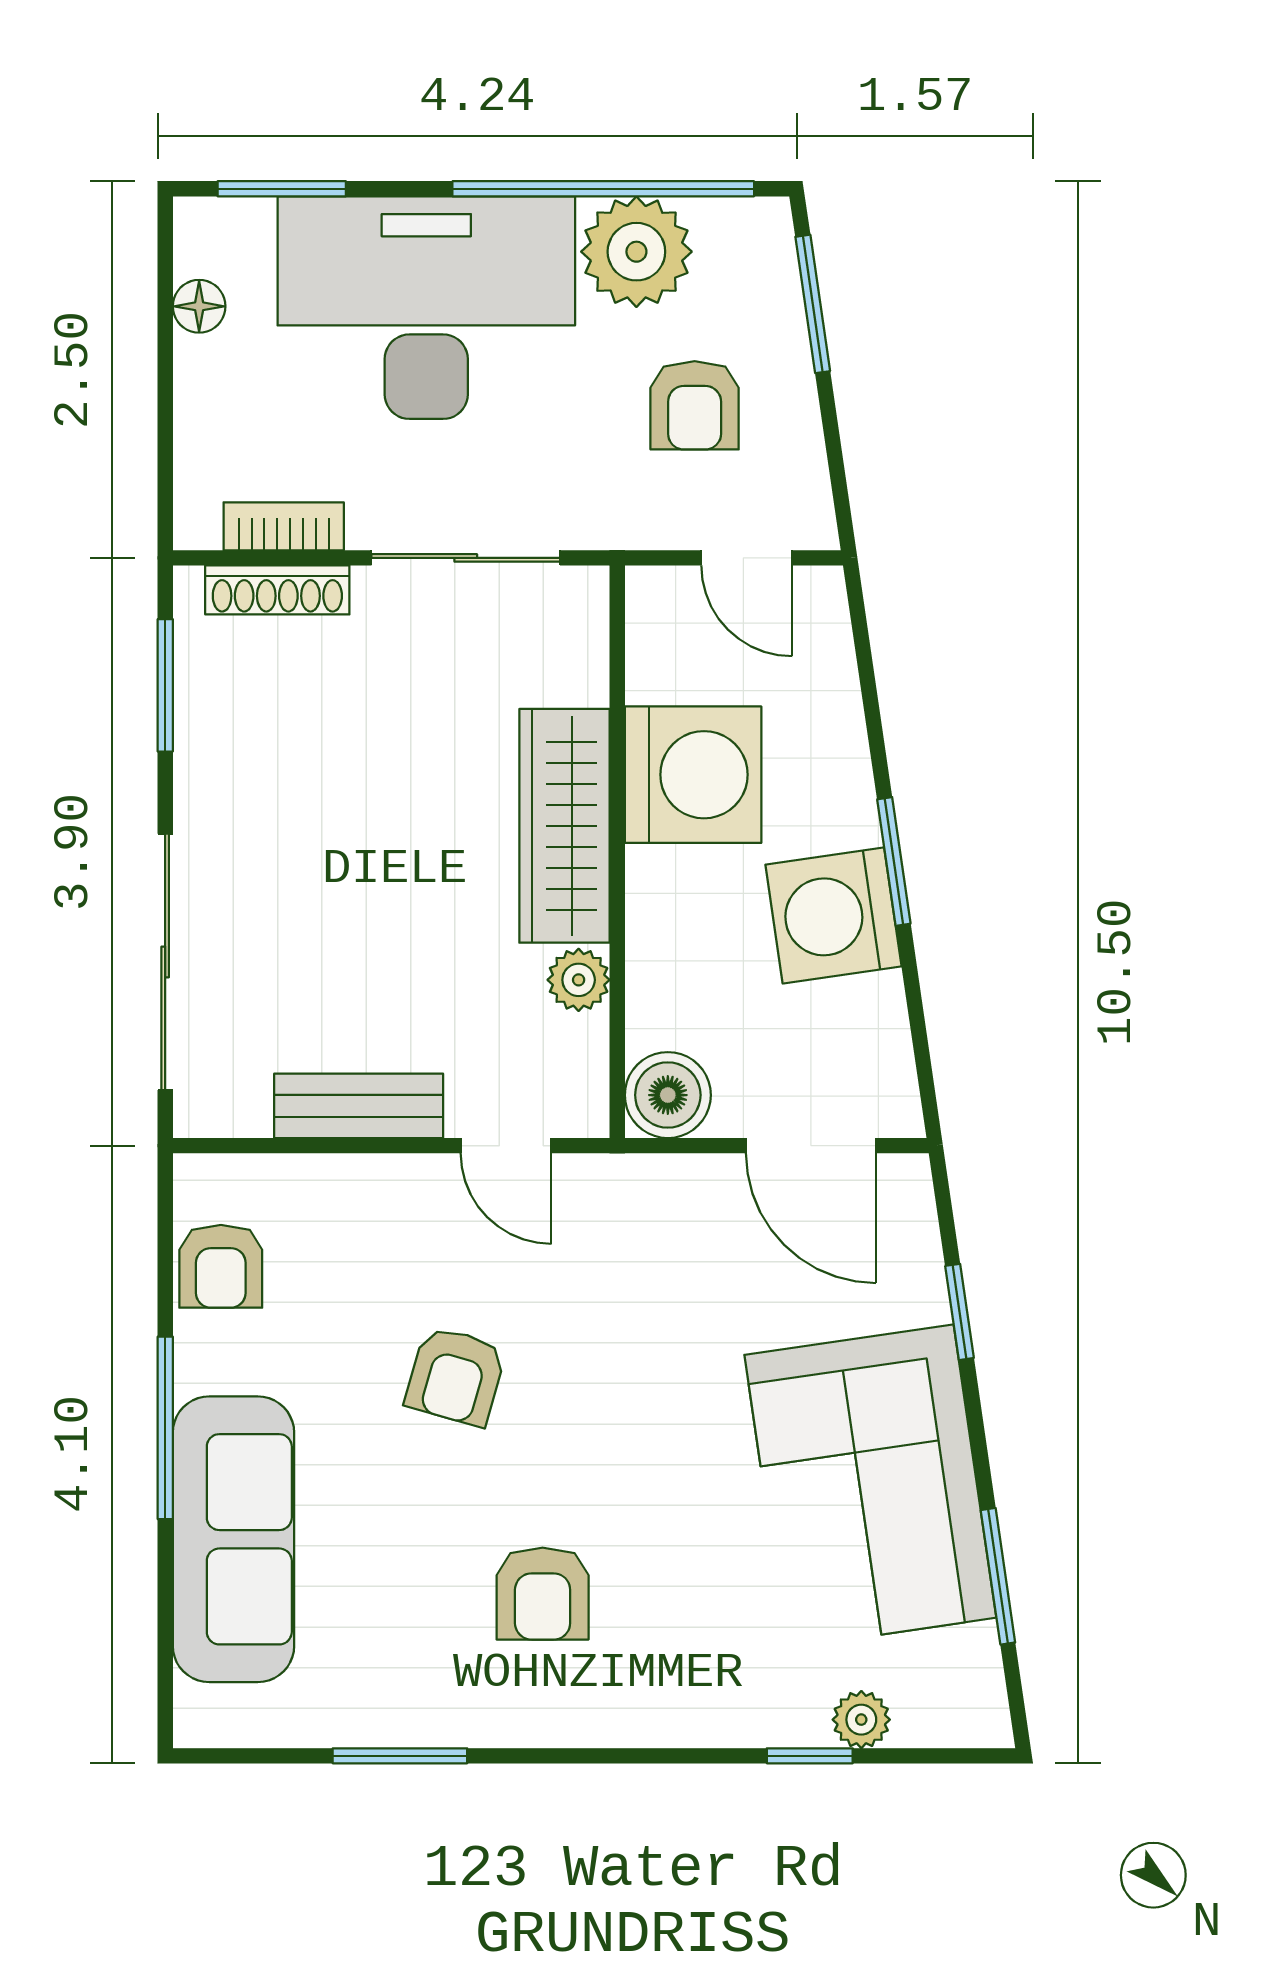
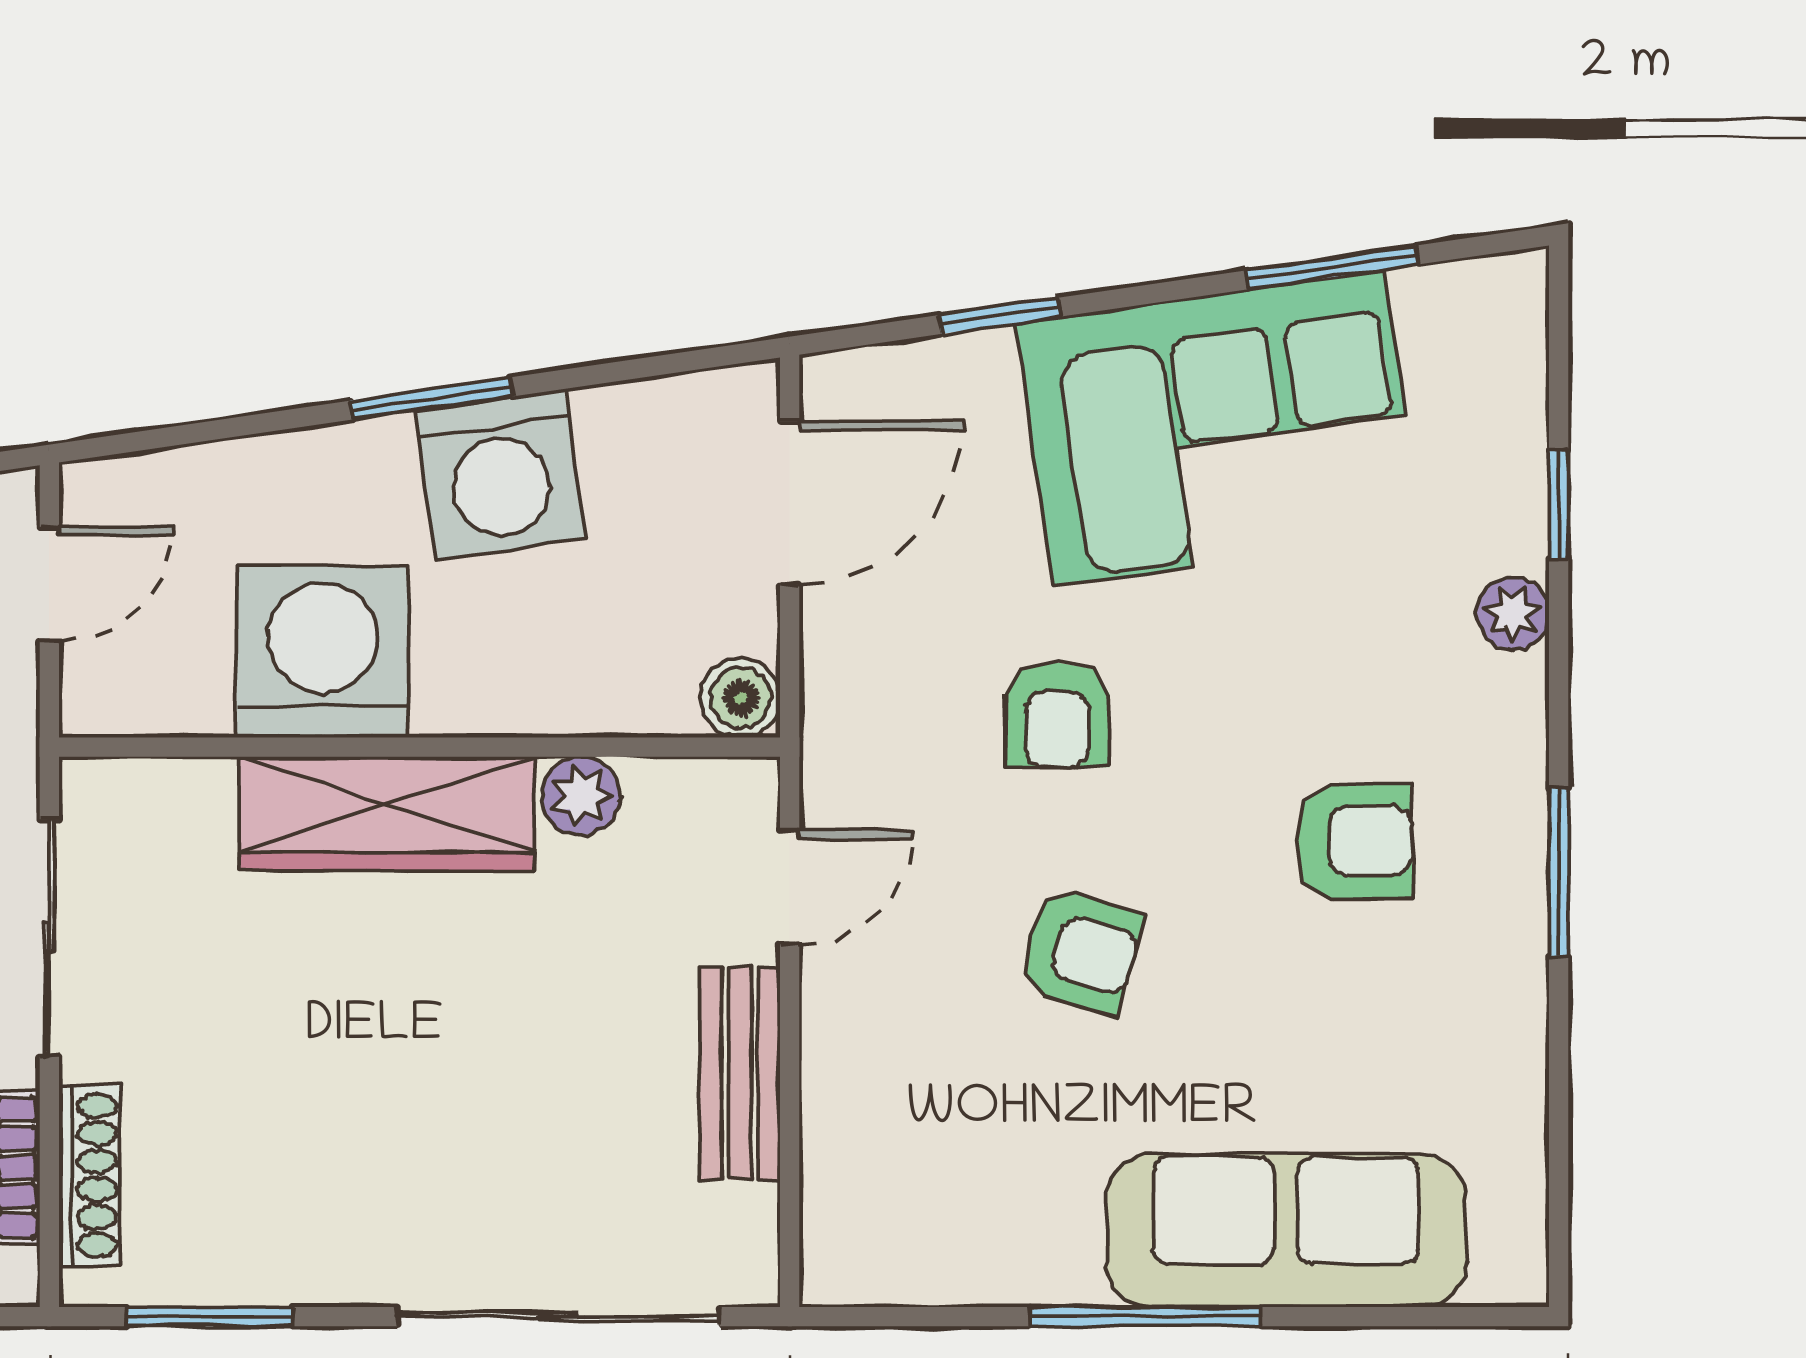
boiler: (668, 1095) -> (741, 698), width x0.73, depth x0.73
armchair: (221, 1266) -> (1057, 715), moved, turned 90
plant: (861, 1720) -> (1513, 613), moved
window: (400, 1756) -> (1559, 872), moved

